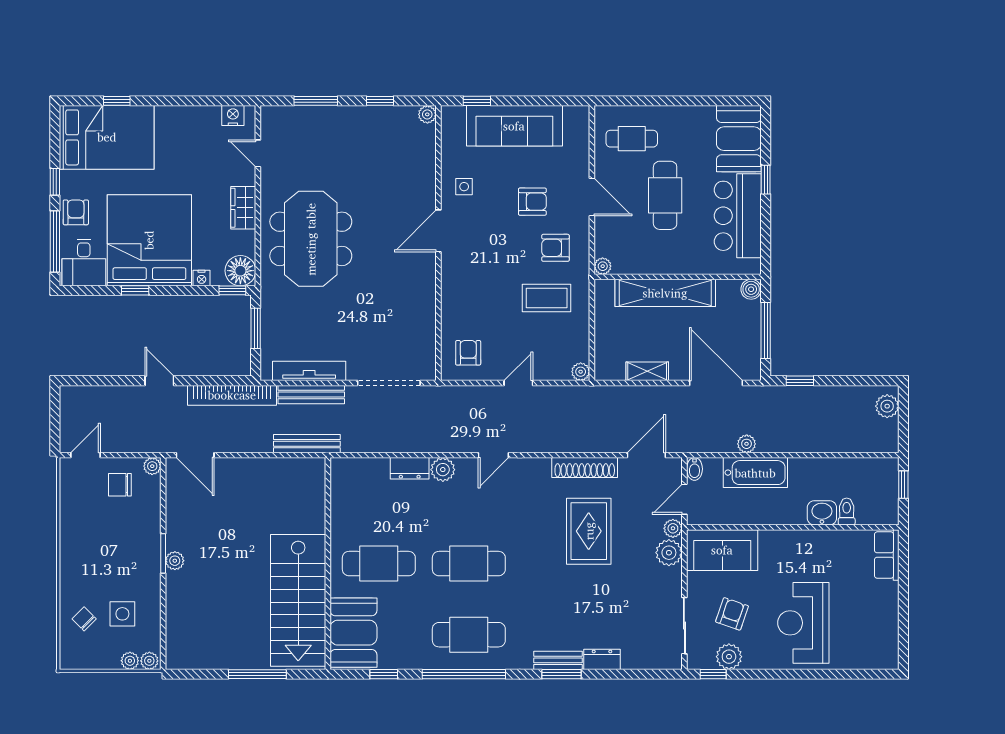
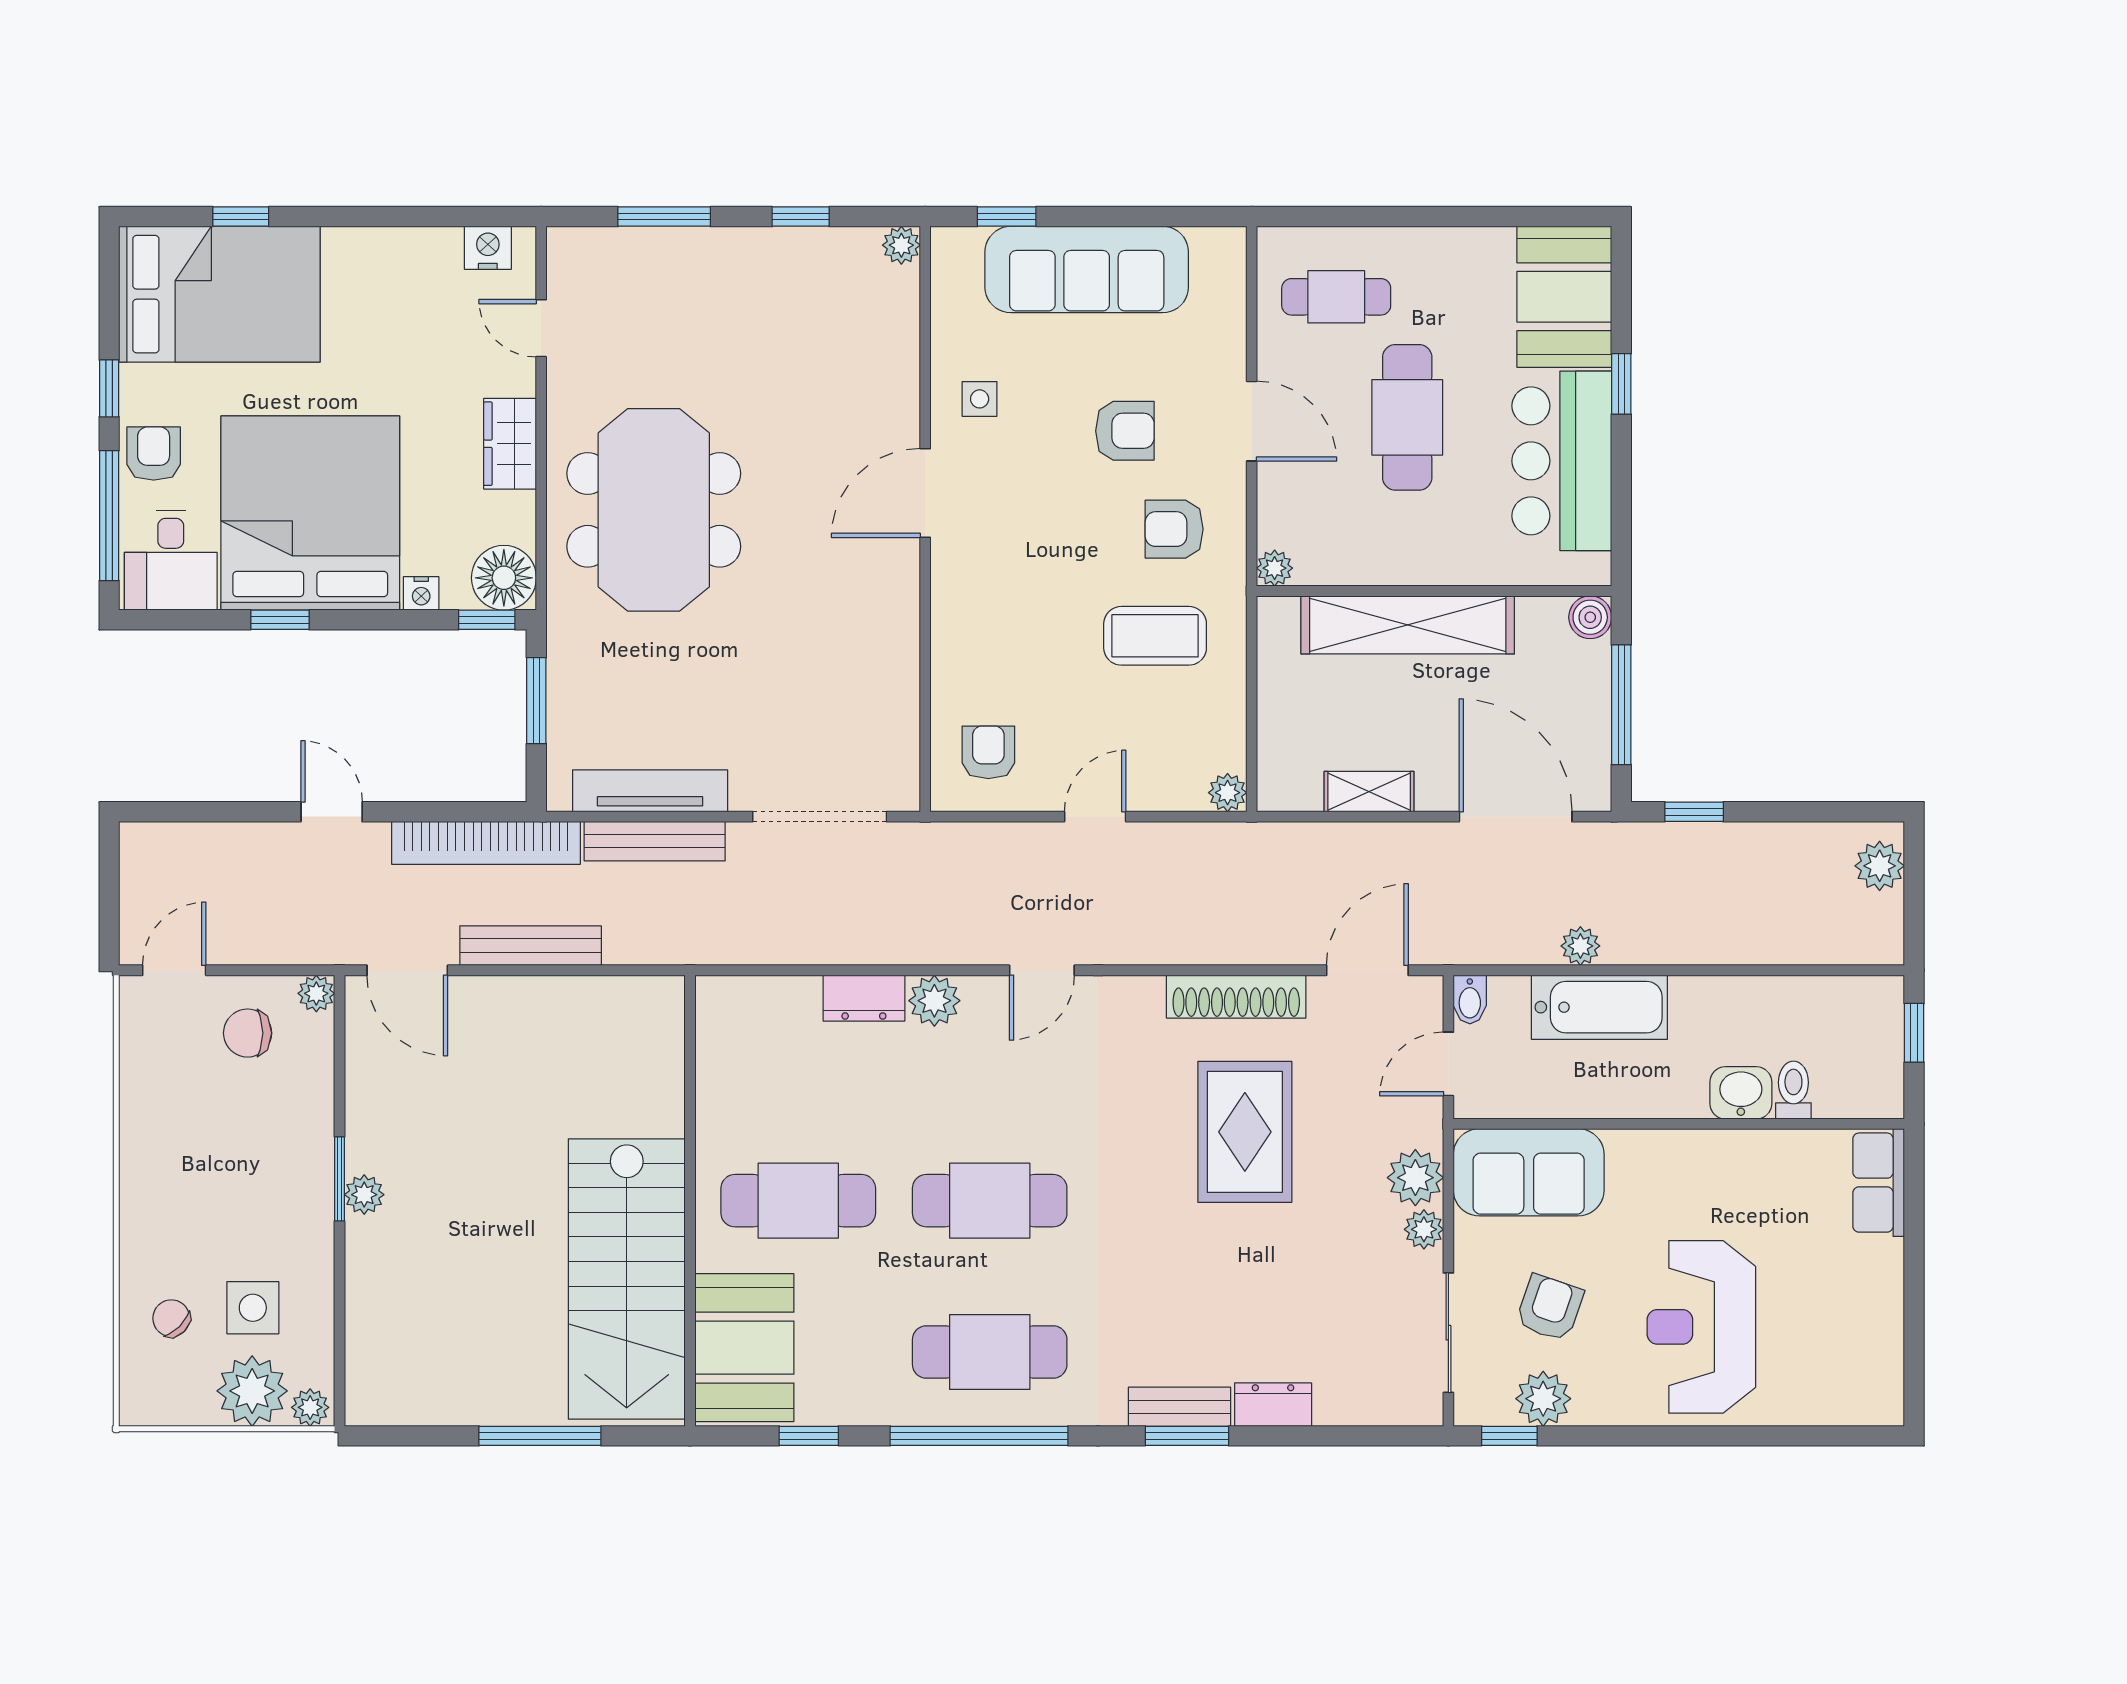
bench: (307, 444) -> (531, 946), moved
plant: (673, 528) -> (1424, 1229), moved
plant: (130, 661) -> (252, 1391), width x1.87, depth x1.87

